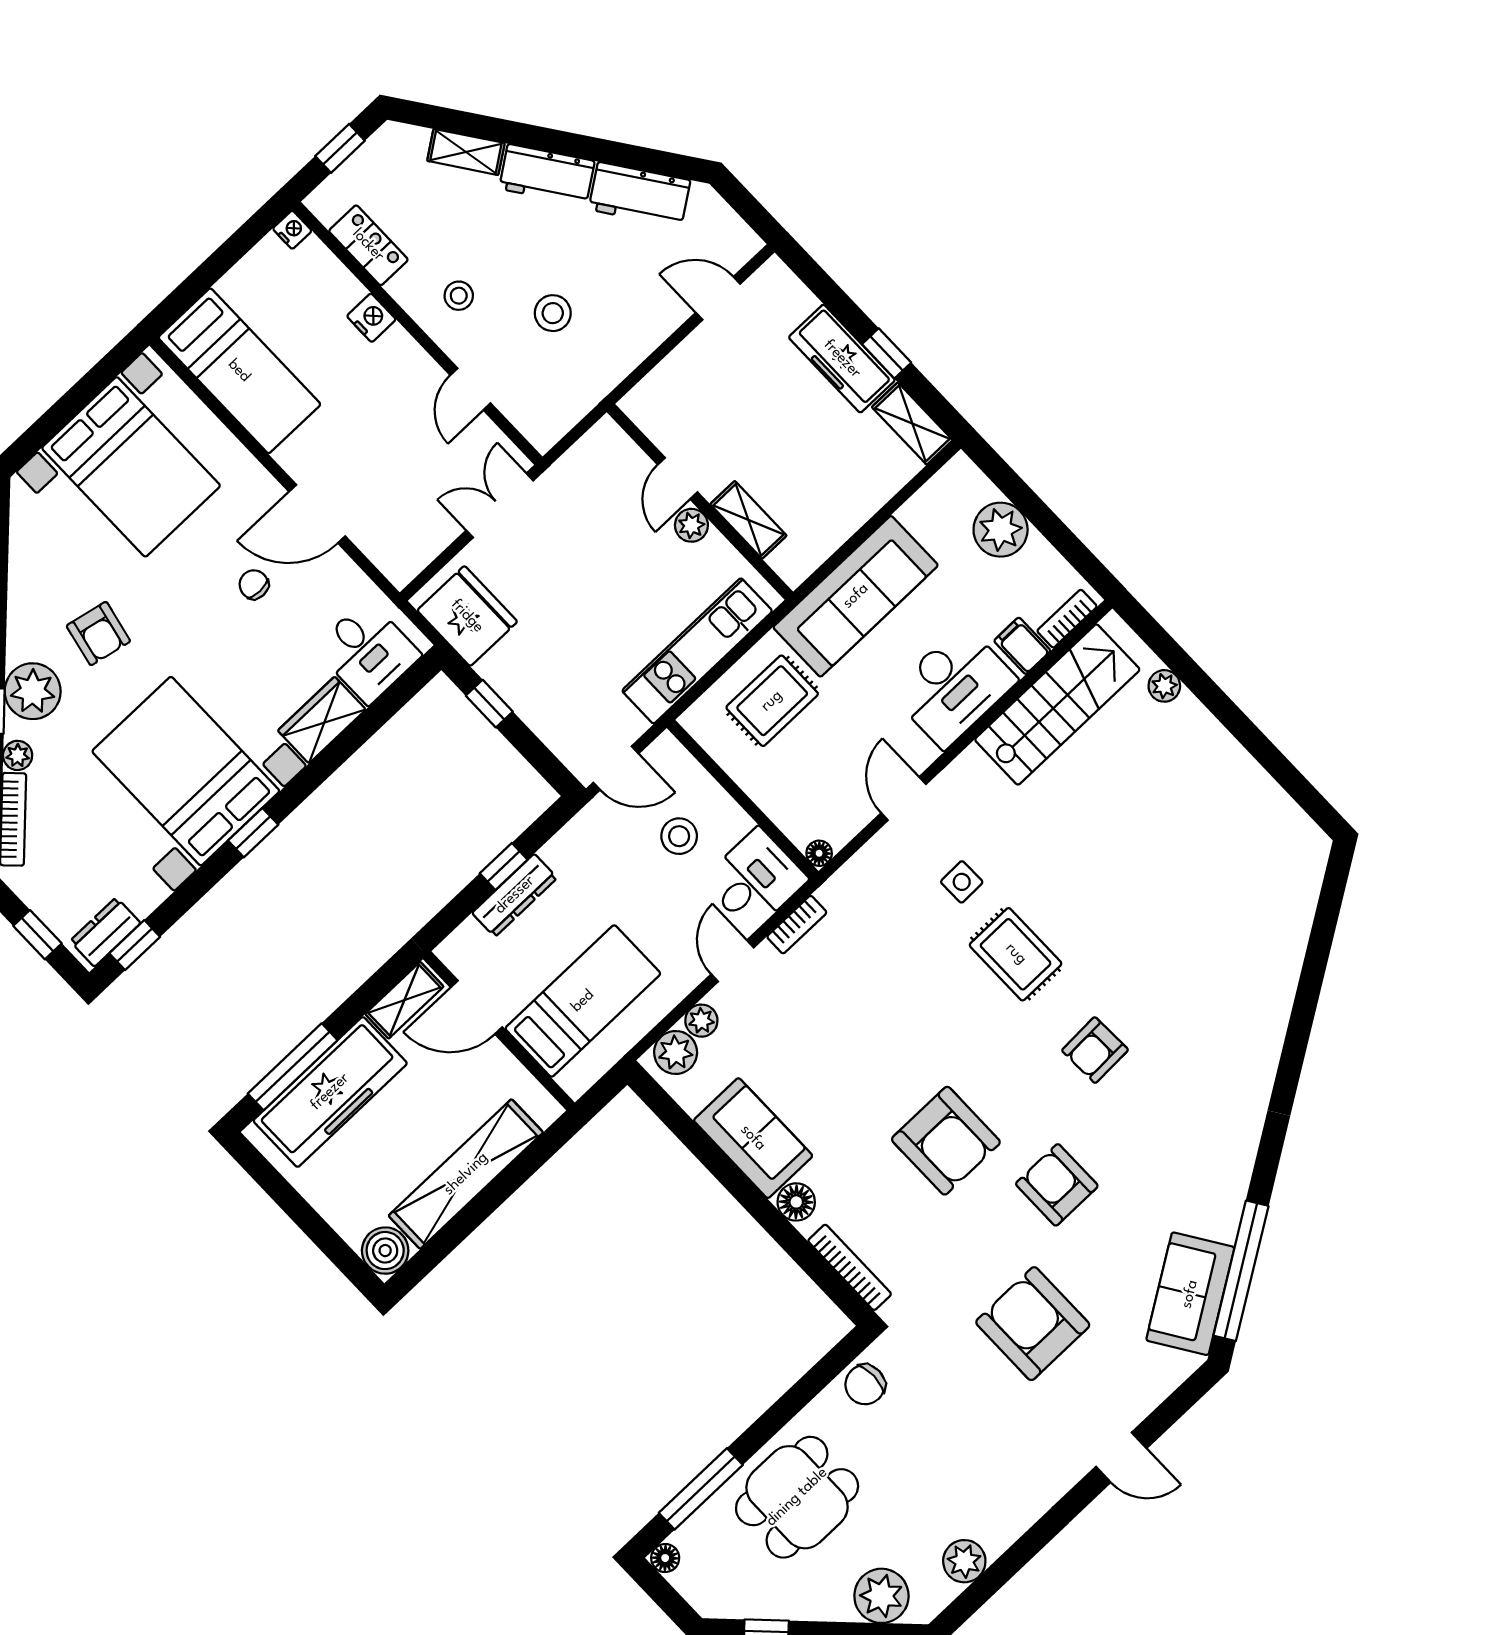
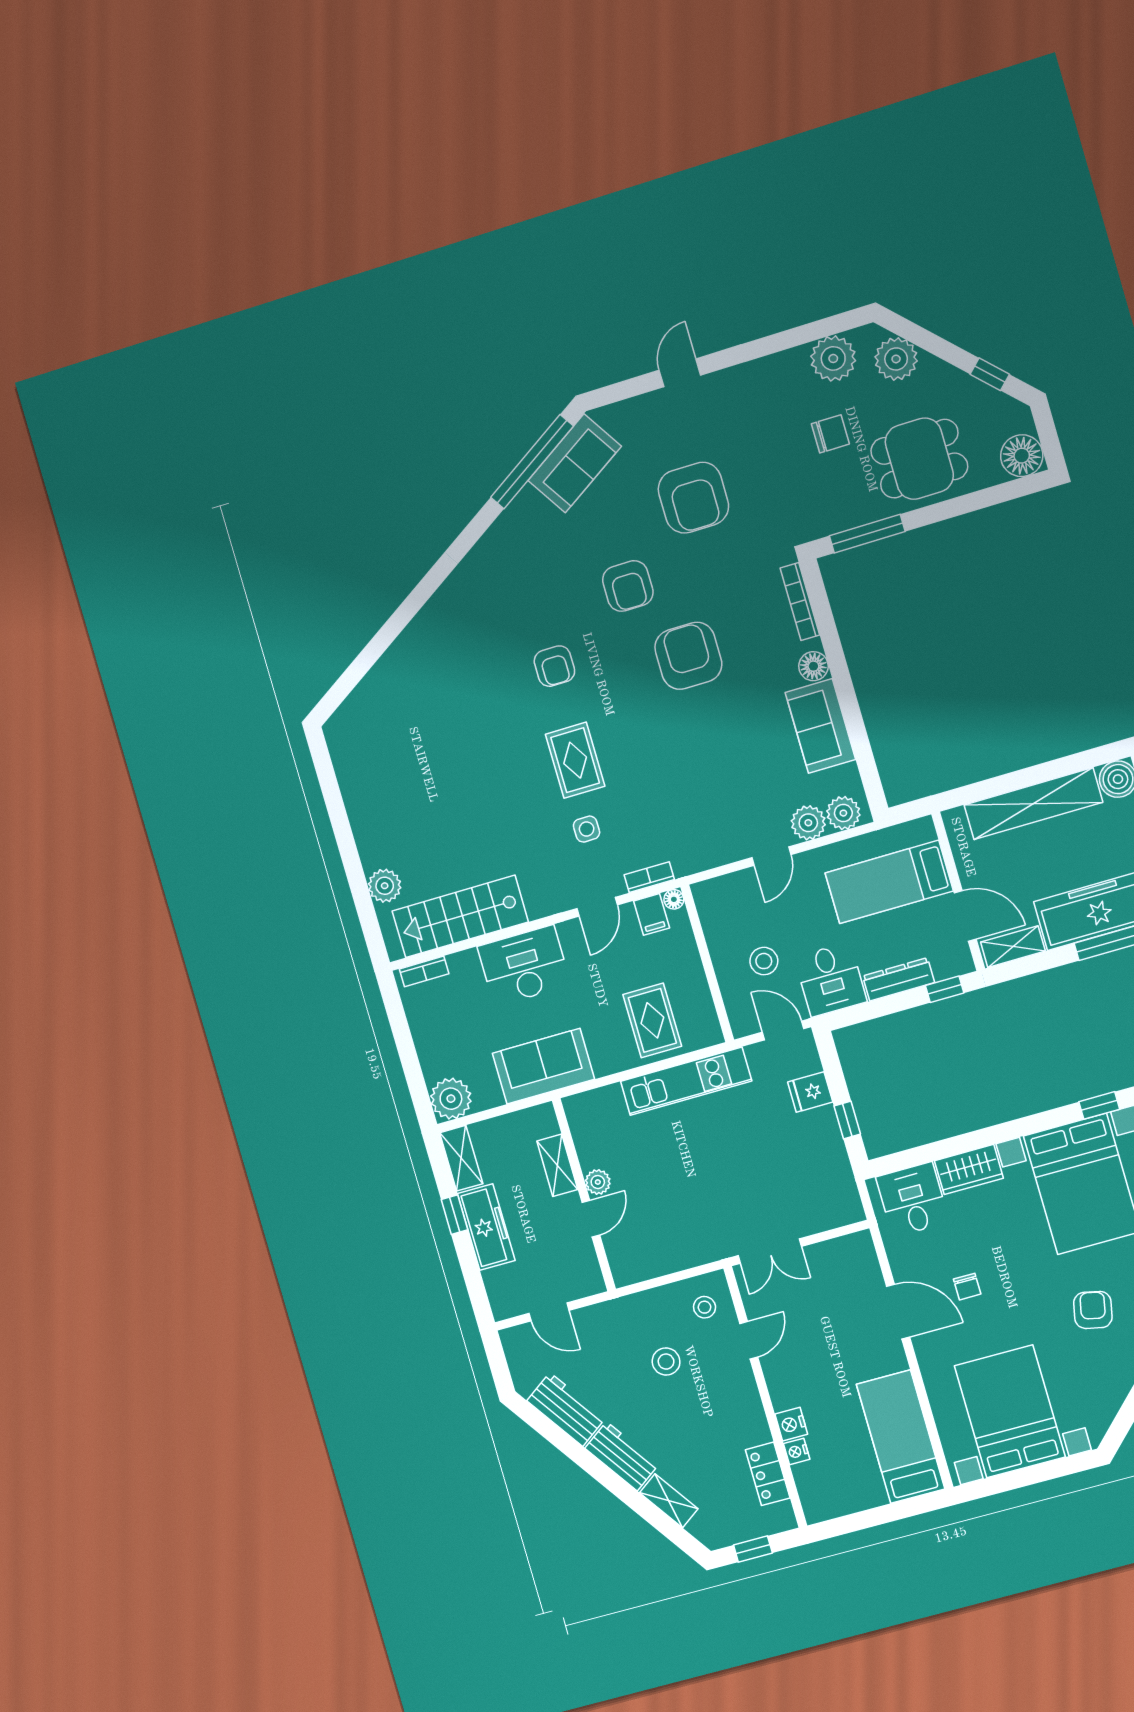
nightstand: (292, 230) -> (797, 1451), moved
stool: (459, 296) -> (705, 1307), moved
door: (678, 478) -> (591, 1219), moved
wall: (700, 502) -> (584, 1195), moved
shelving: (748, 520) -> (557, 1165), moved
plant: (691, 525) -> (598, 1182), moved
plant: (1001, 530) -> (451, 1099), moved
sofa: (856, 596) -> (543, 1066), width x0.73
fridge: (467, 616) -> (810, 1092), moved, width x0.53, depth x0.75
filing cabinet: (1022, 646) -> (652, 914), moved
plant: (1164, 686) -> (385, 886), width x1.38, depth x1.38
rug: (772, 701) -> (652, 1020), turned 90
window: (253, 833) -> (1099, 1105), moved
window: (504, 867) -> (945, 989), moved
desk: (755, 880) -> (831, 979), moved, turned -90
bookcase: (797, 925) -> (649, 877), moved
plant: (701, 1021) -> (808, 823), width x1.38, depth x1.38
armchair: (1095, 1050) -> (554, 666), turned 92
chair: (865, 1385) -> (830, 434), moved
door: (1121, 1457) -> (680, 373), hinge flipped
window: (701, 1489) -> (867, 534), moved
floor lamp: (665, 1558) -> (1022, 456), width x1.89, depth x1.89
plant: (964, 1561) -> (833, 358), width x1.36, depth x1.36

